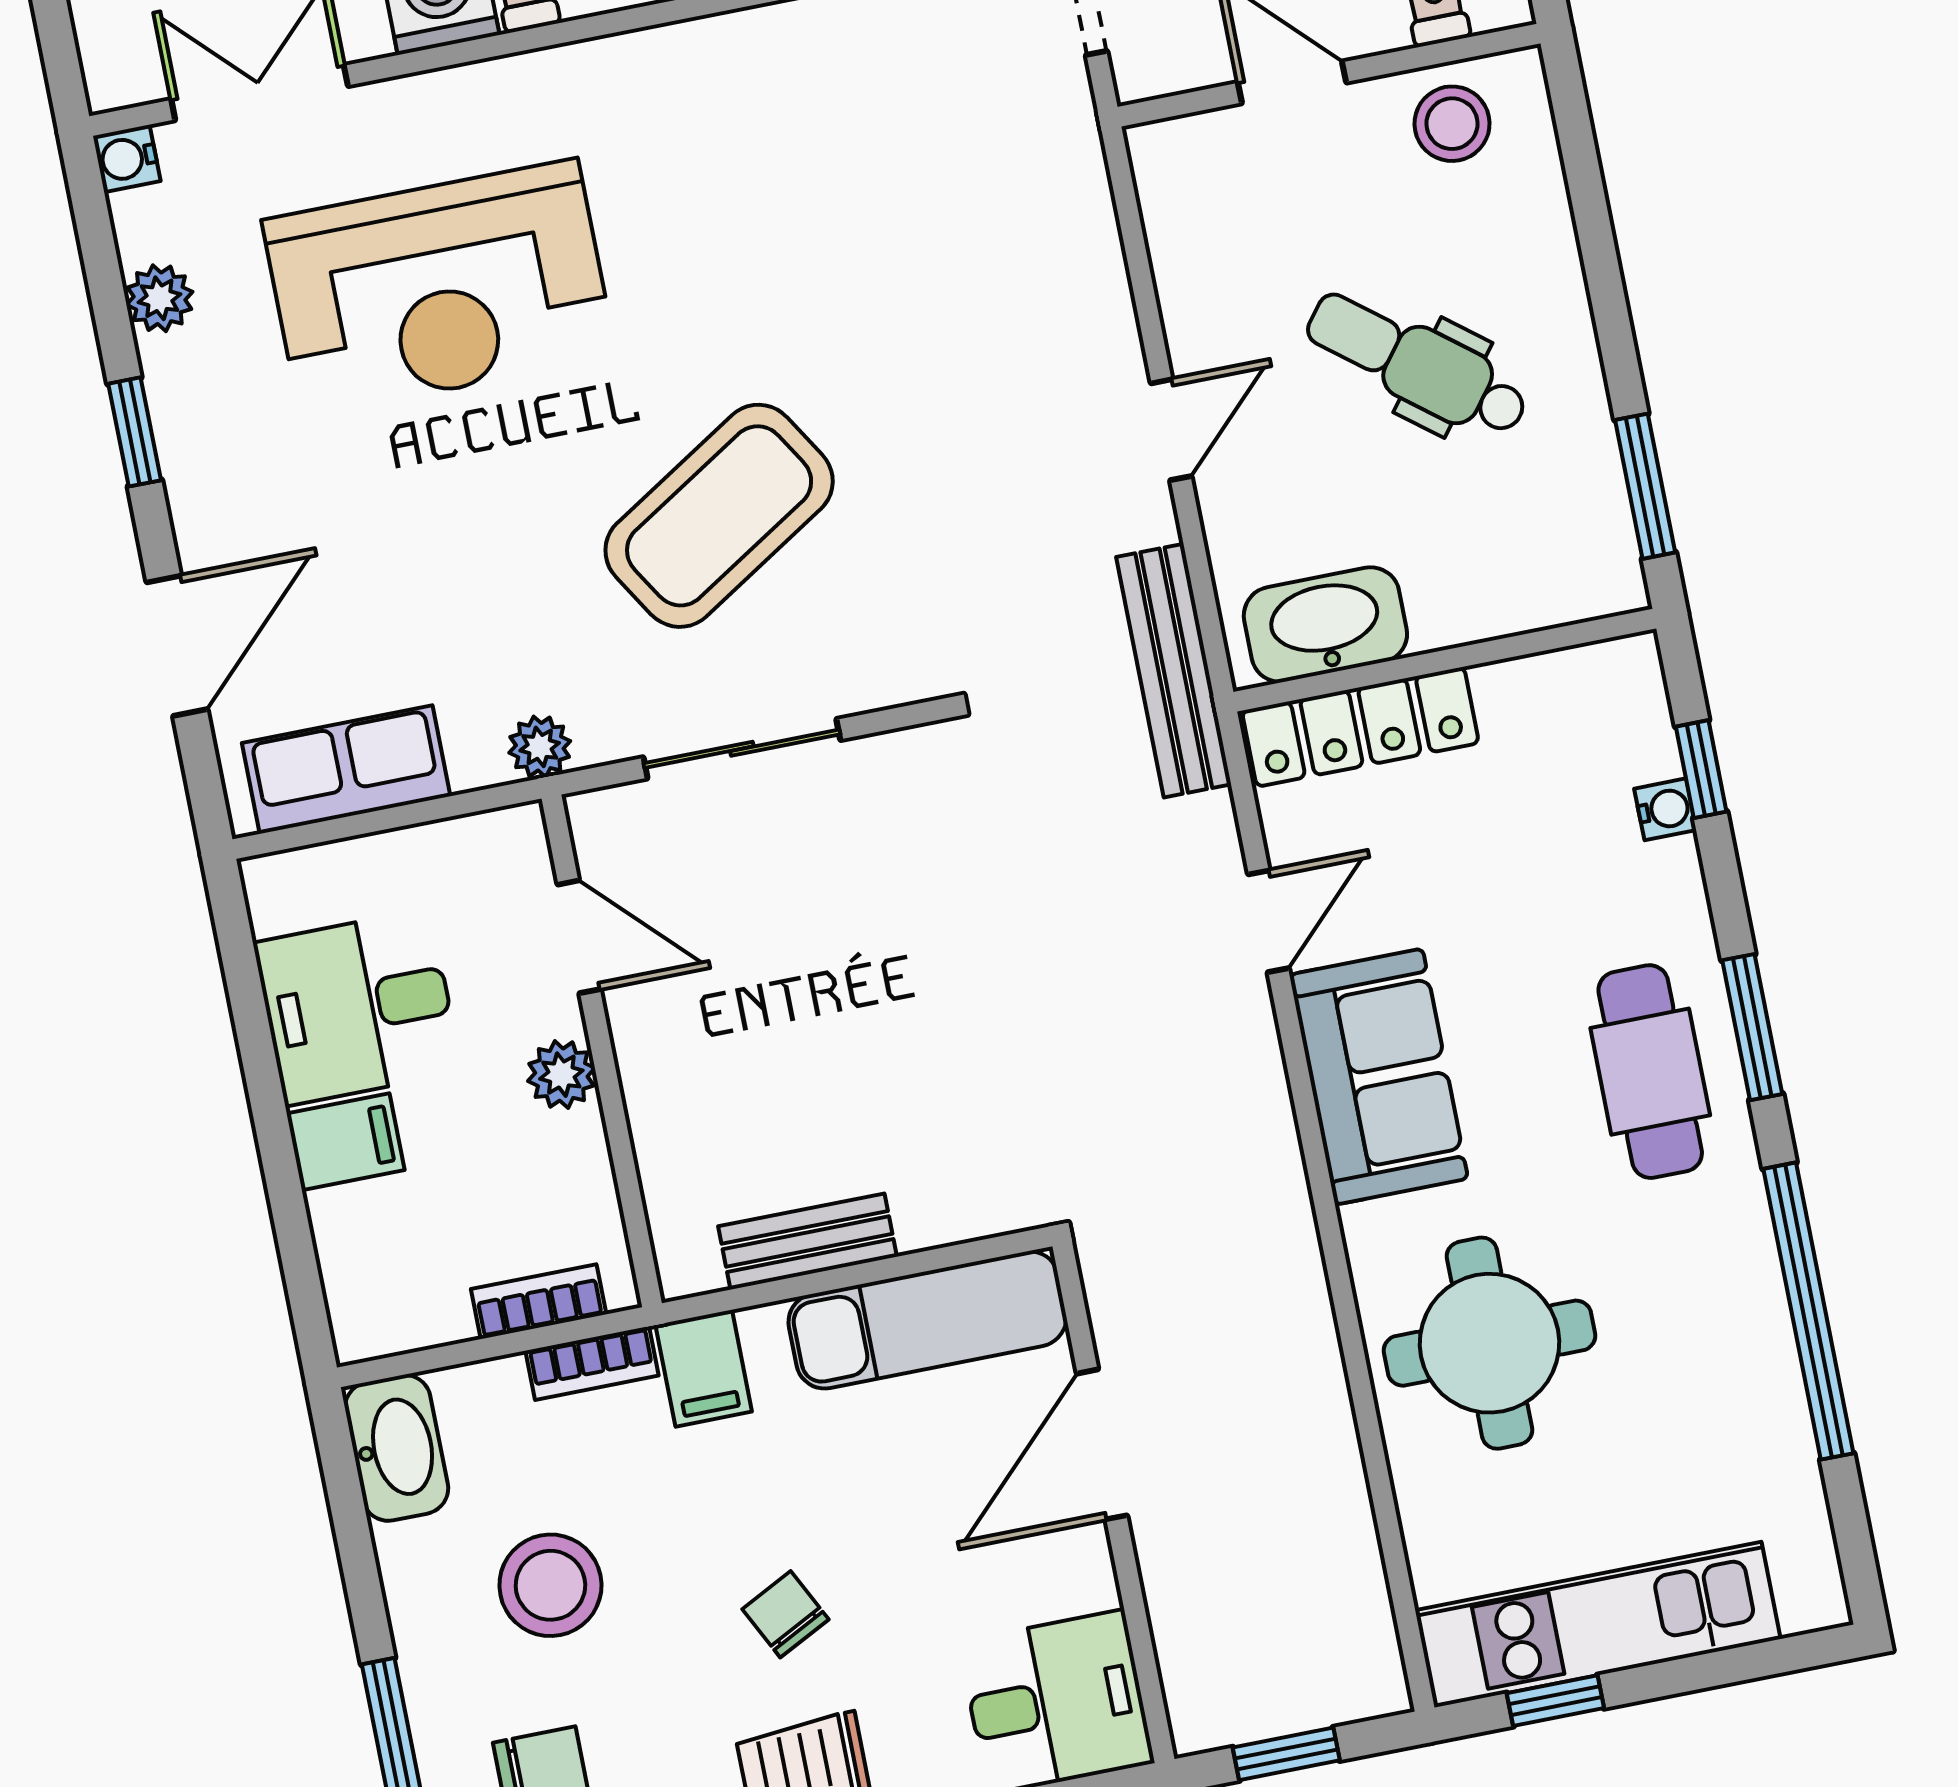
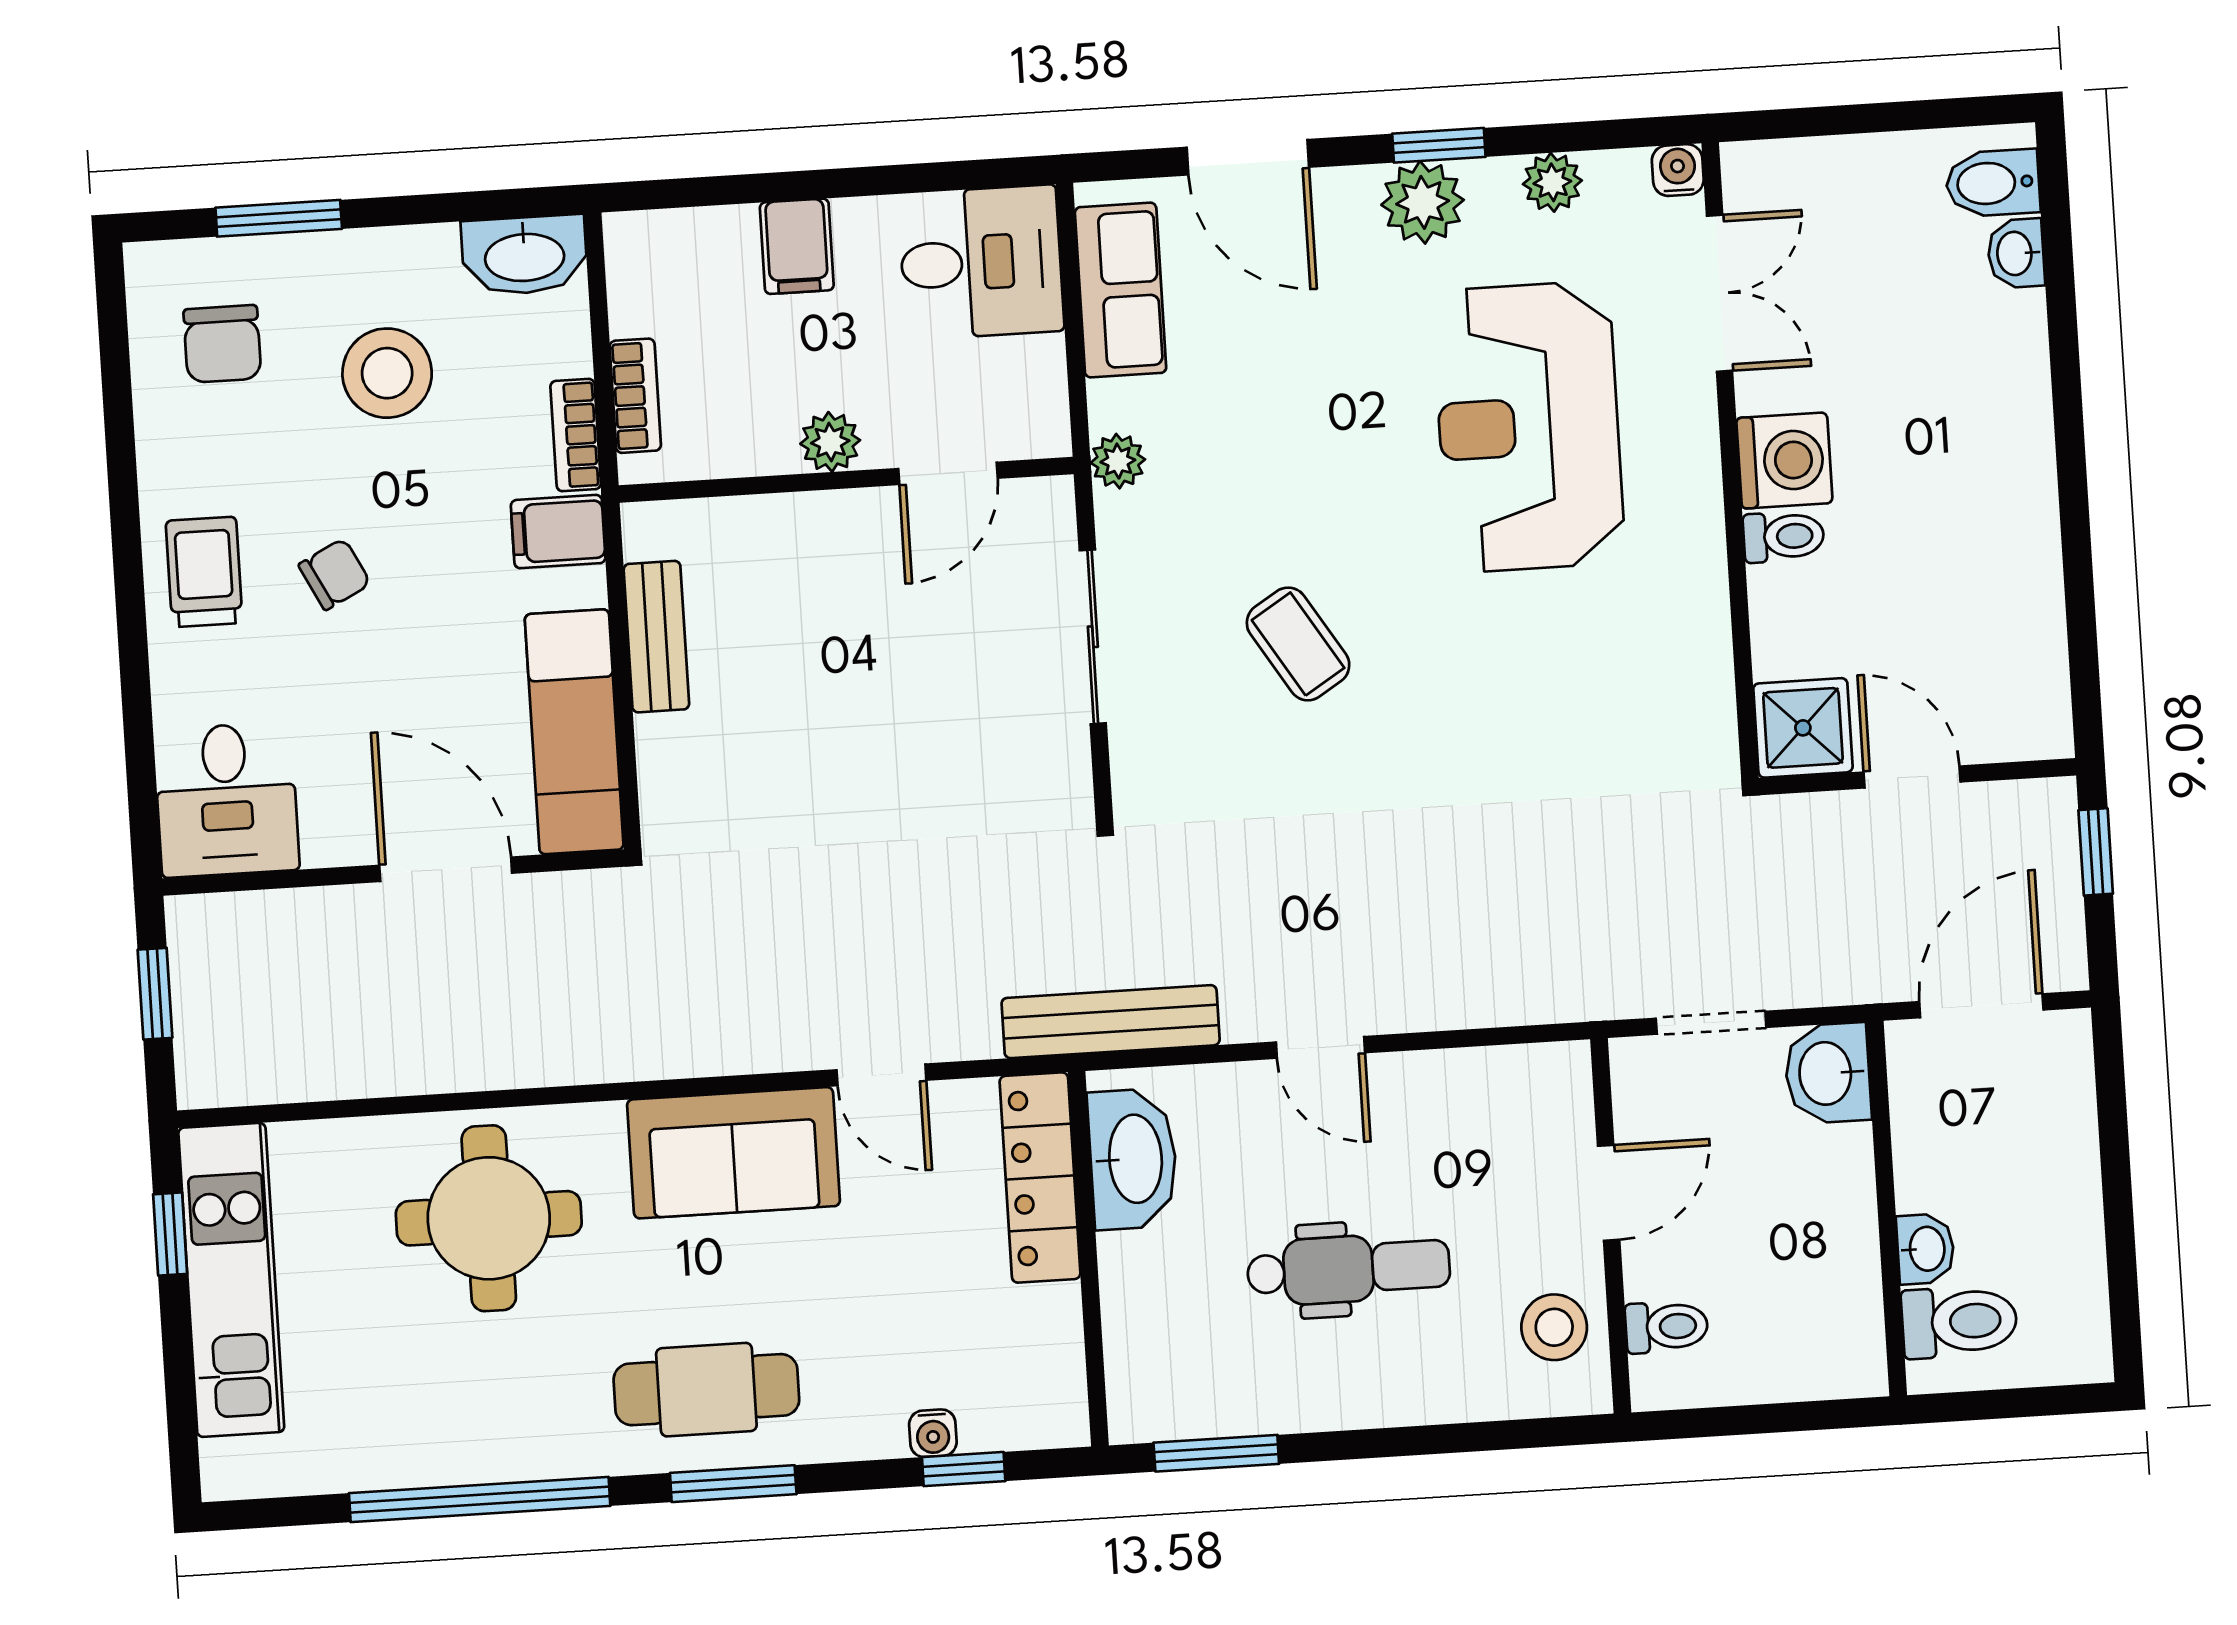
dental chair: (1417, 365) -> (1349, 1269), turned 52
plant: (202, 442) -> (1423, 202), added
coffee table: (719, 516) -> (1298, 644), width x0.54, depth x0.58
desk: (358, 1007) -> (981, 262), moved, turned 90

